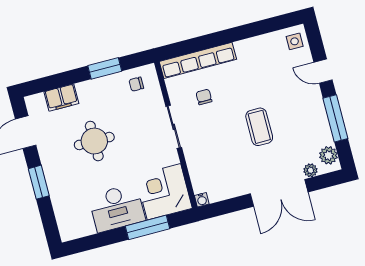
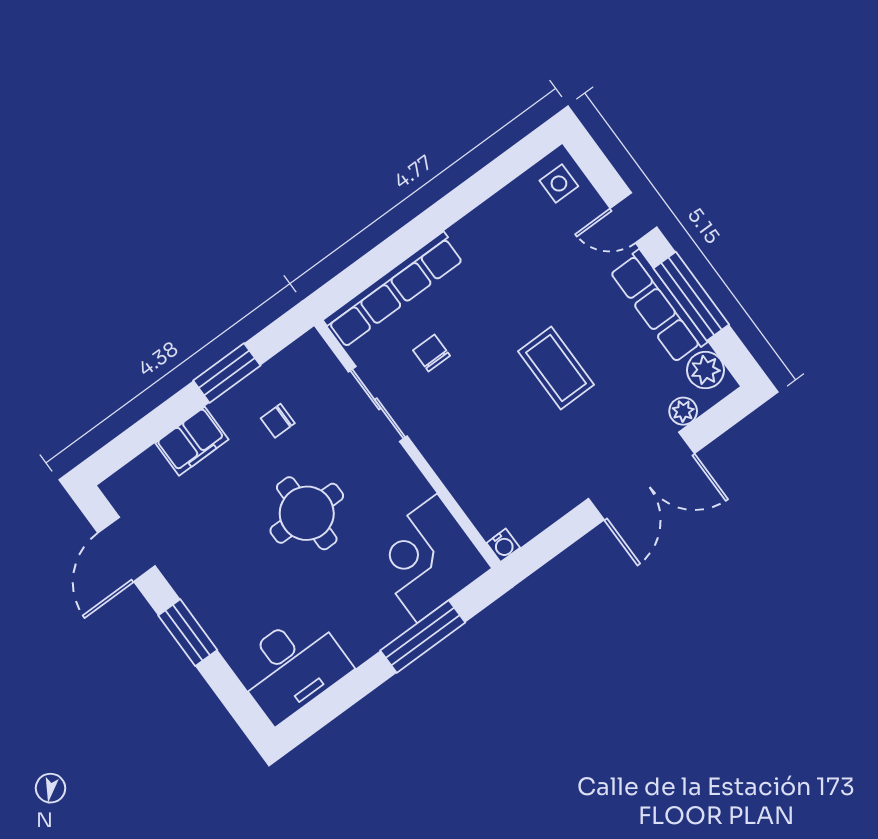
chair: (136, 84) -> (278, 421), moved
filing cabinet: (61, 98) -> (192, 441), moved
row of seats: (318, 117) -> (658, 307), added
sliding door: (174, 127) -> (378, 404), moved
round table: (94, 141) -> (307, 513), moved
desk: (117, 208) -> (292, 667), moved

